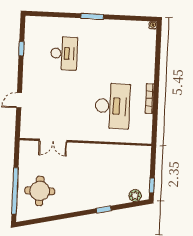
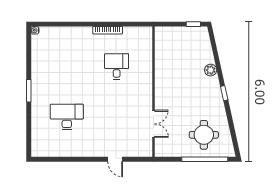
window: (21, 49) -> (64, 159), removed
desk: (113, 106) -> (117, 66), width x0.53, depth x0.77
plant: (135, 195) -> (211, 70), moved
window: (104, 209) -> (224, 93), moved

